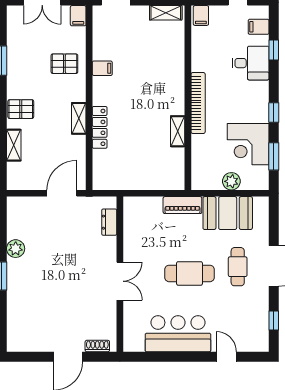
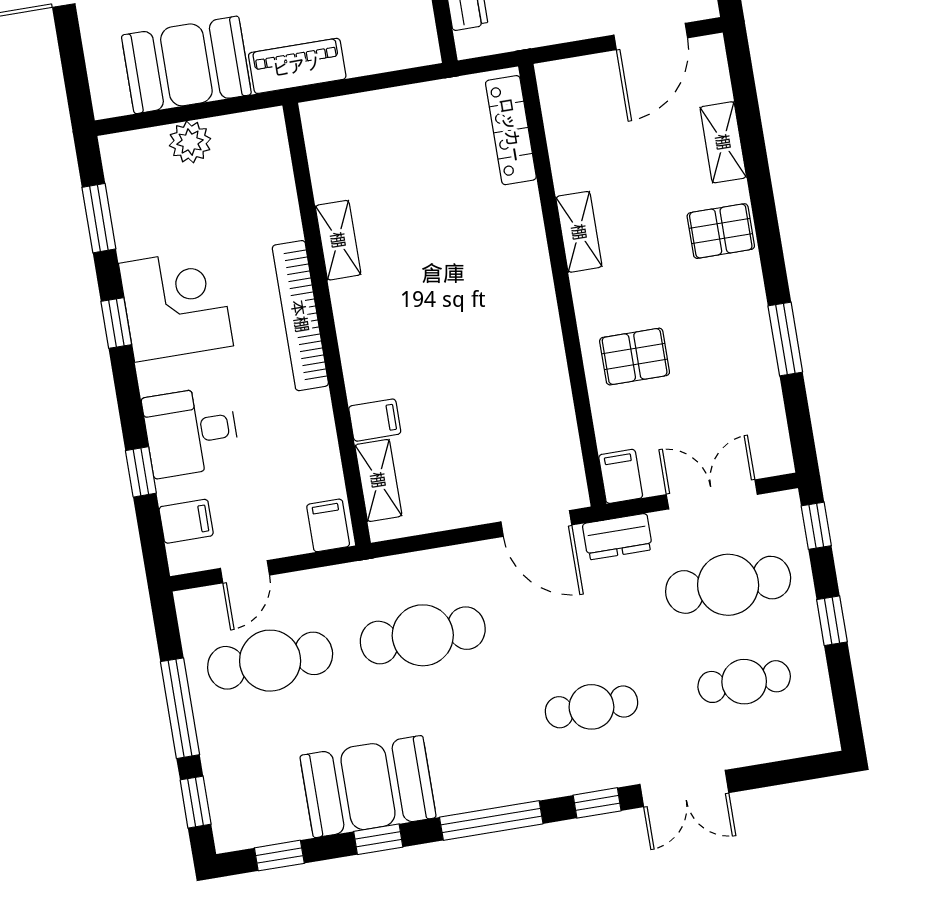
shelving: (166, 13) -> (378, 480), moved, turned 90
filing cabinet: (102, 68) -> (375, 420), moved, turned 180
locker: (100, 127) -> (511, 130), moved
corner desk: (248, 144) -> (176, 305), moved
door: (62, 193) -> (651, 36), moved

